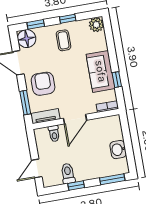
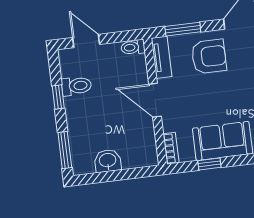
toilet: (54, 134) -> (133, 47), moved

